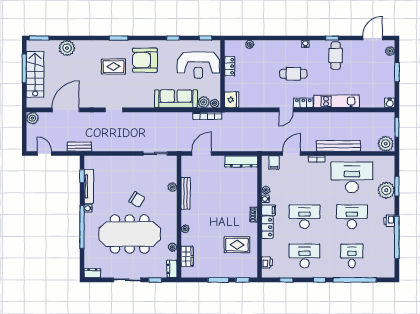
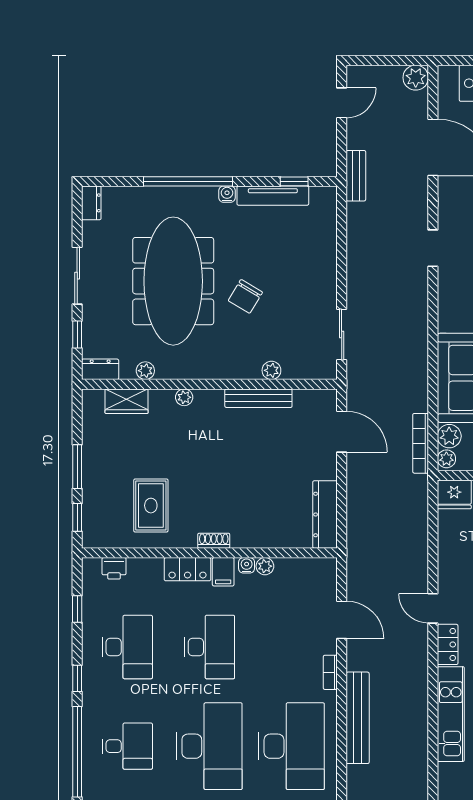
filing cabinet: (274, 163) -> (323, 583), removed
desk: (352, 217) -> (209, 746), width x1.36, depth x1.30

